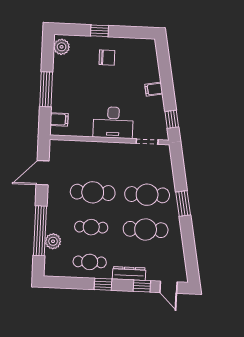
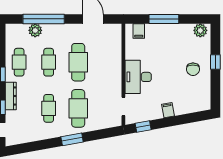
cafe table: (146, 229) -> (49, 108), width x0.73, depth x0.74

